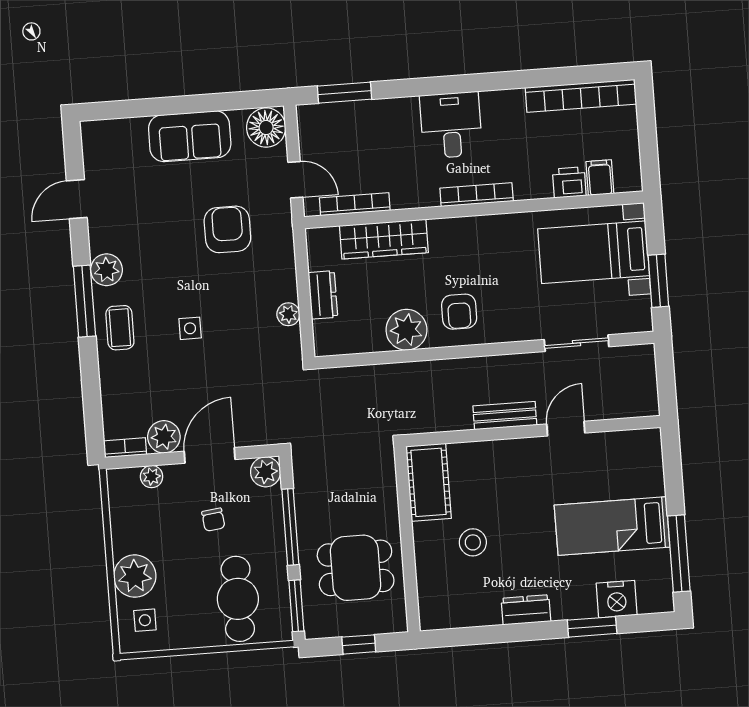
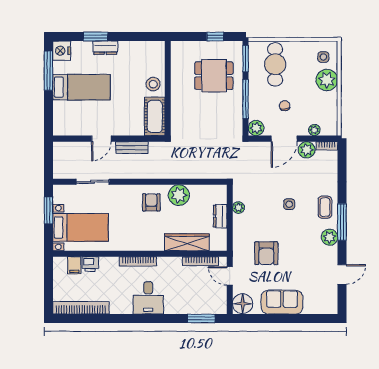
cot: (429, 482) -> (155, 116), moved
wall: (407, 539) -> (168, 88), moved
nightstand: (617, 599) -> (62, 51), moved, turned -90
dresser: (526, 610) -> (105, 48), moved

